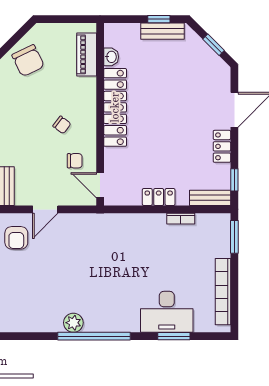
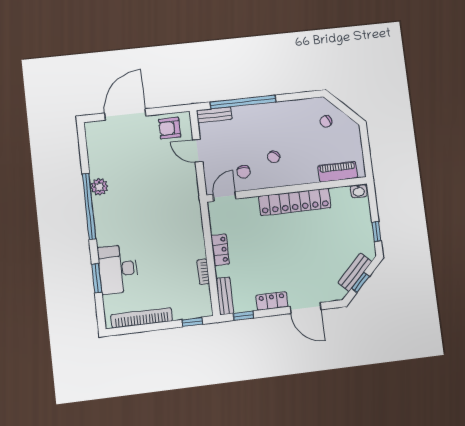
bench: (163, 31) -> (355, 272), moved, turned 45
washbasin: (111, 57) -> (359, 191), moved
chair: (28, 61) -> (326, 121), width x0.54, depth x0.54
window: (234, 237) -> (192, 322), width x0.67

